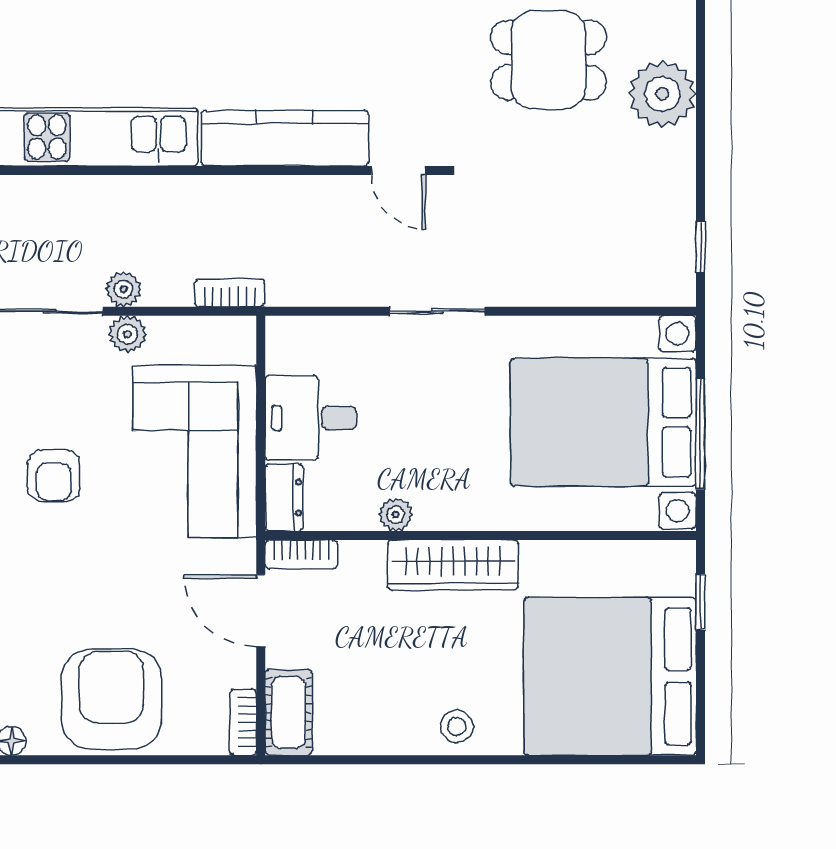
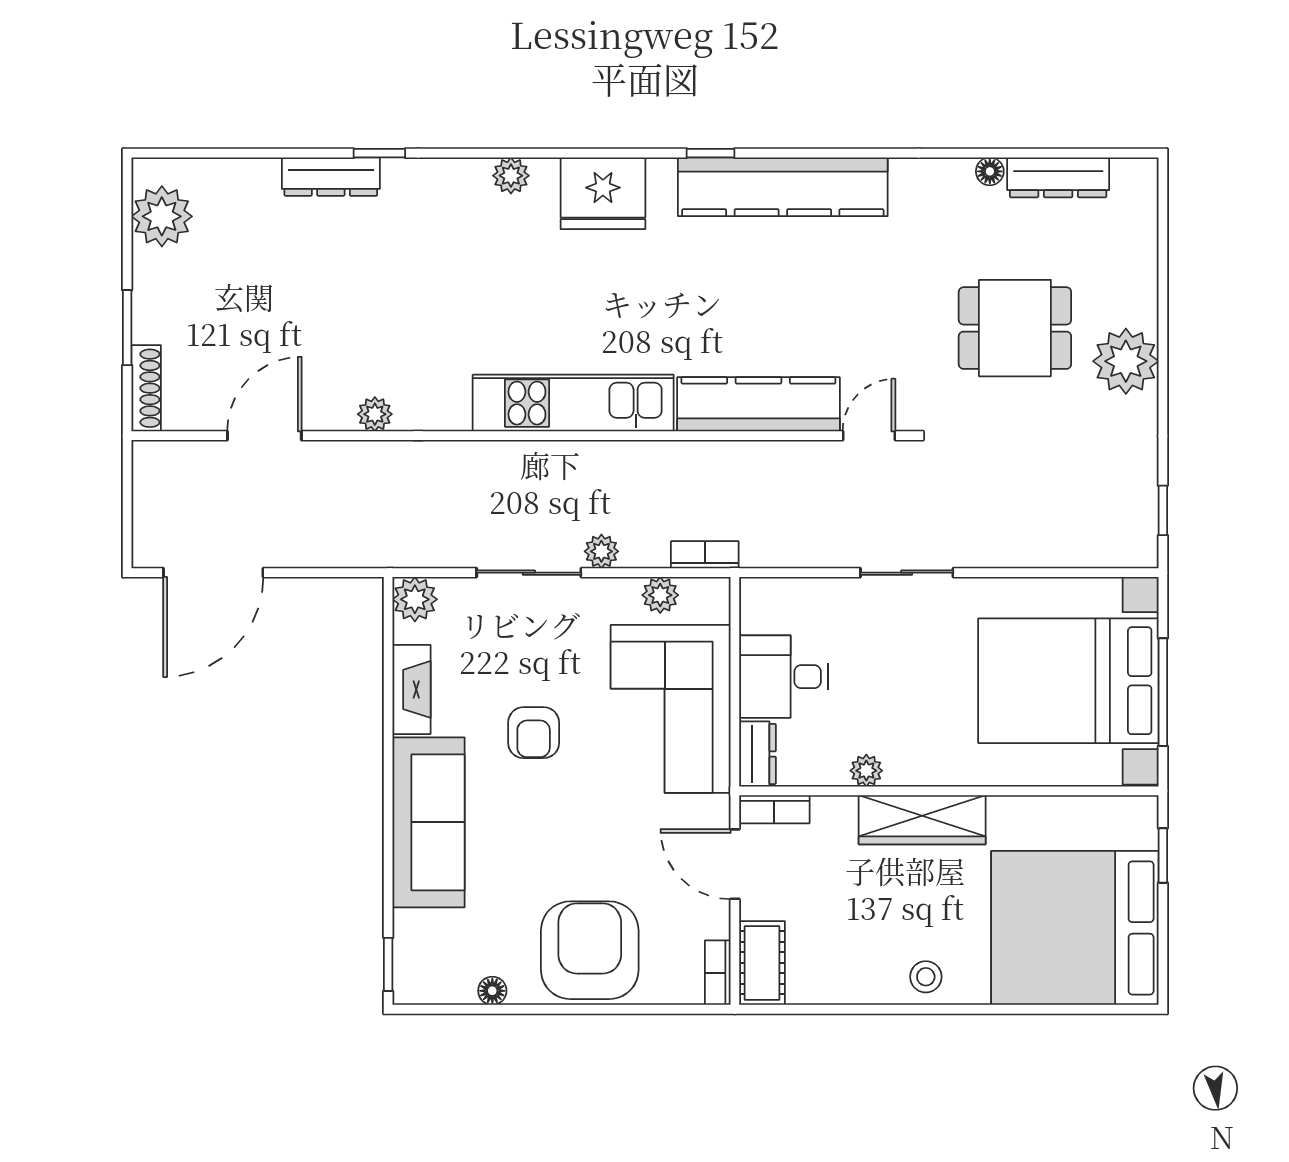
door: (398, 170) -> (869, 436), swing flipped
plant: (127, 334) -> (660, 595), moved

